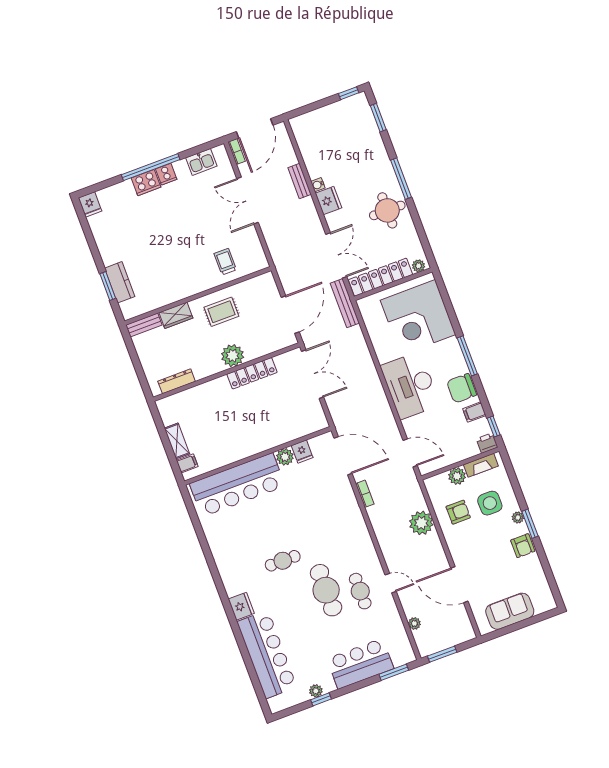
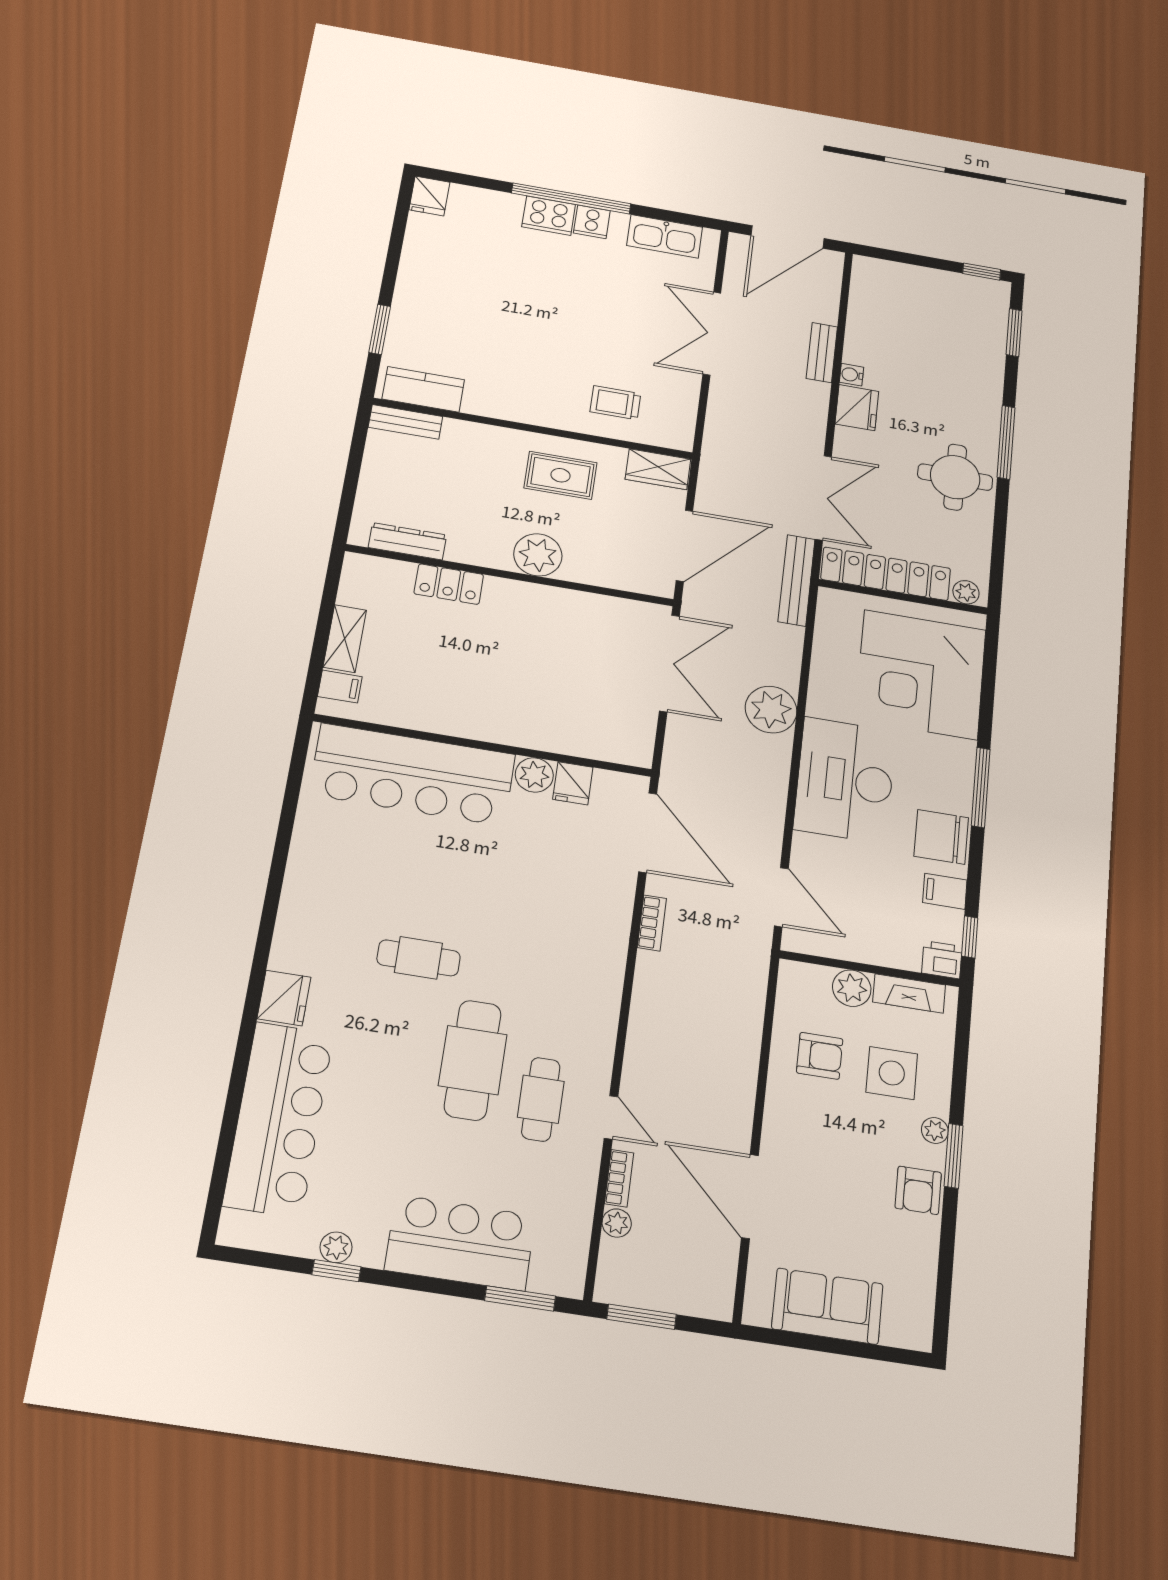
bookcase: (237, 152) -> (619, 1178), moved
kitchen sink: (201, 162) -> (665, 236), width x1.38
trolley: (225, 262) -> (615, 403), turned -90
kitchen counter: (120, 282) -> (423, 389), moved, turned -90
wardrobe: (176, 315) -> (658, 469), moved
locker: (252, 373) -> (449, 584), moved, width x0.66
plant: (421, 523) -> (771, 710), moved

